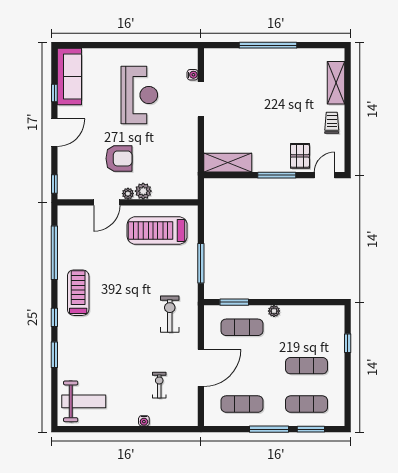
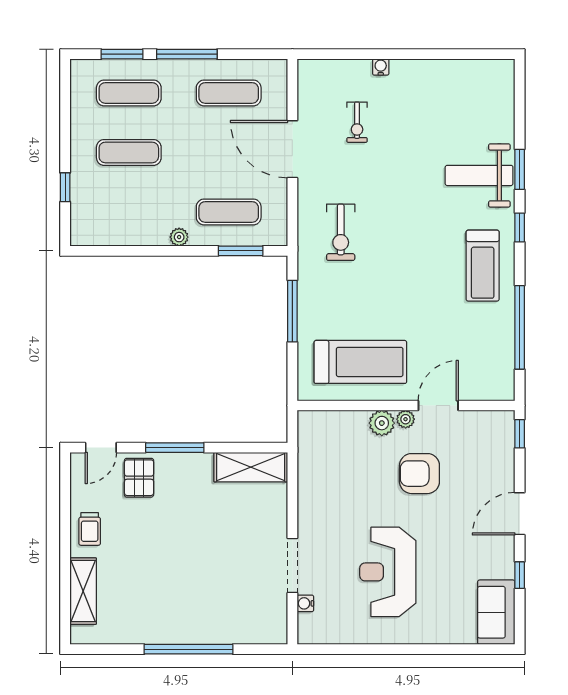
sofa: (69, 77) -> (496, 612), width x0.73
door: (201, 368) -> (292, 149), hinge flipped
weight bench: (84, 401) -> (479, 175), moved

